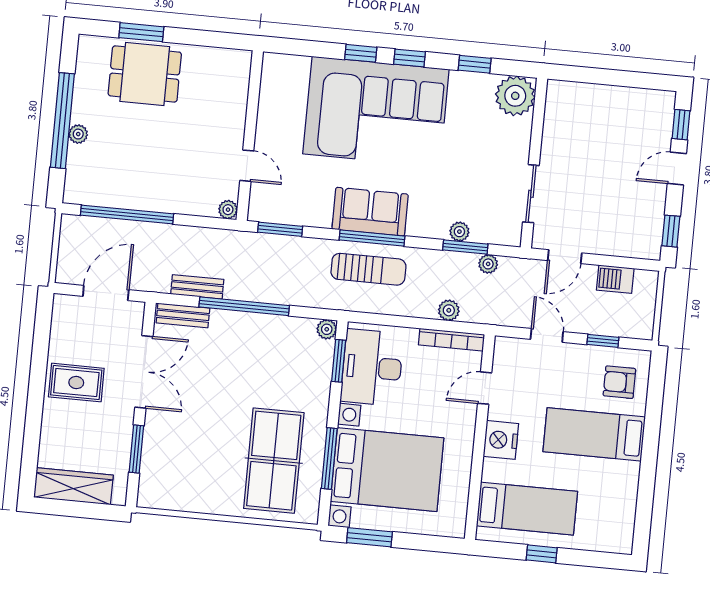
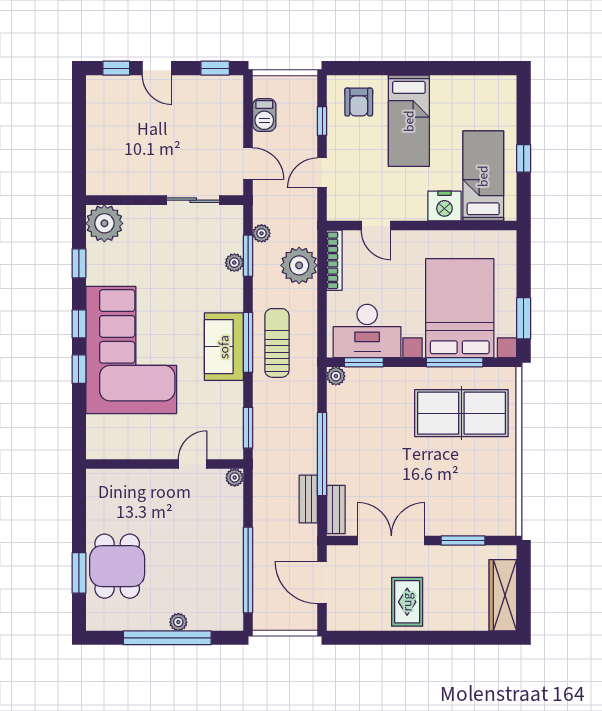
plant: (449, 310) -> (299, 265), width x1.88, depth x1.88
nightstand: (501, 440) -> (444, 206), moved

